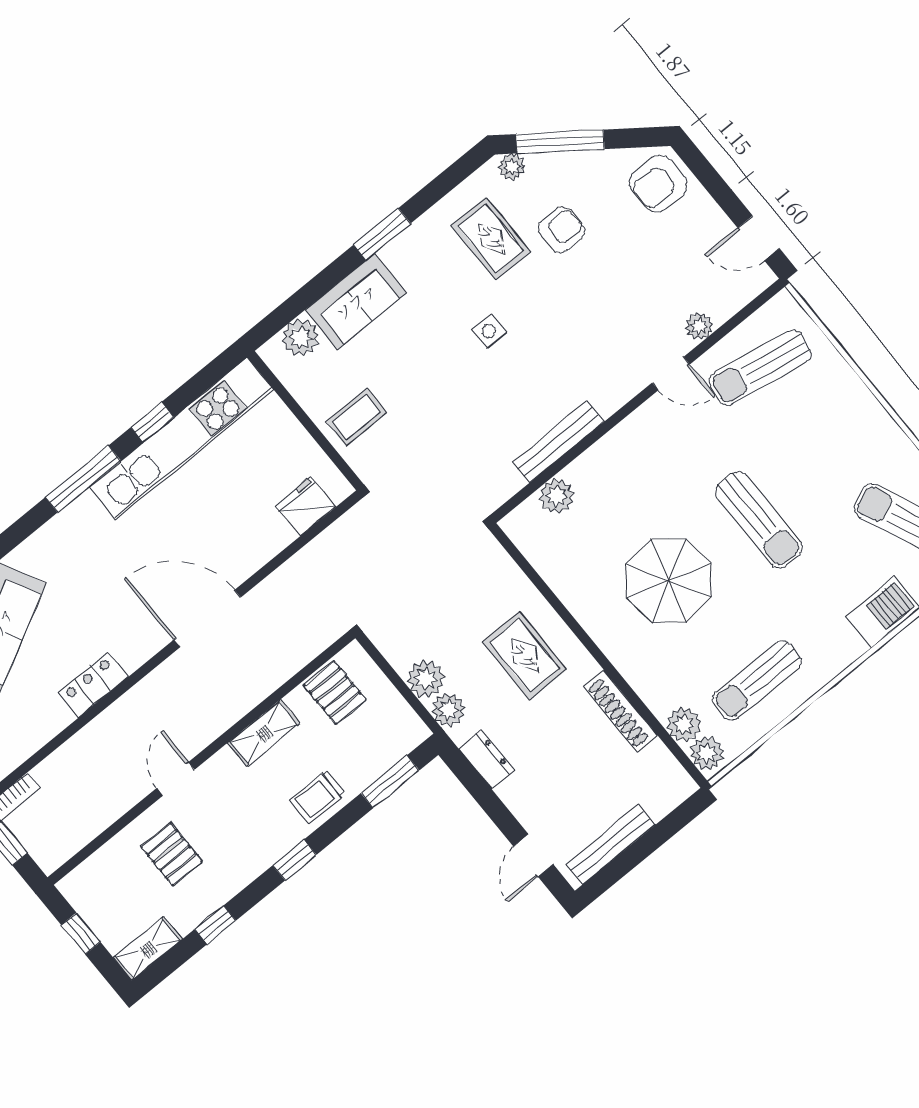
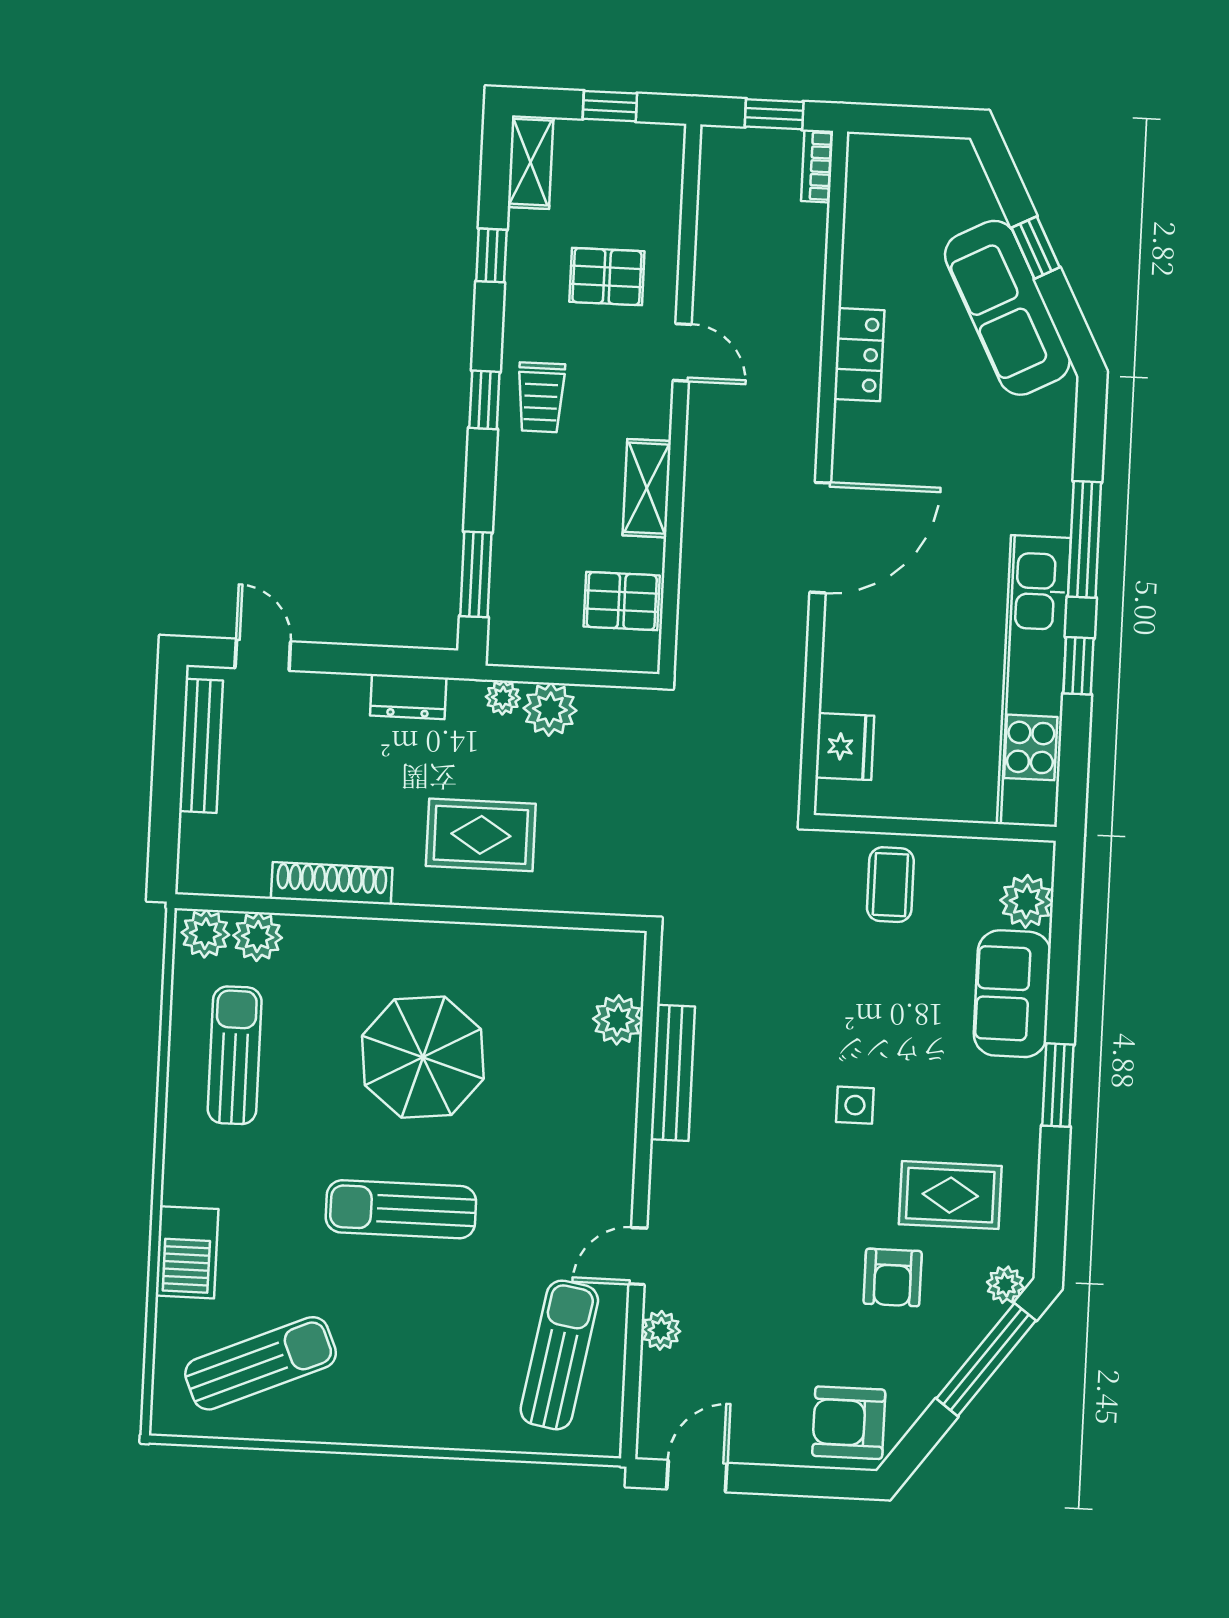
armchair: (659, 184) -> (849, 1423), turned -90
plant: (448, 710) -> (503, 698), width x0.73, depth x0.73
trolley: (318, 797) -> (541, 397), moved, turned 180

